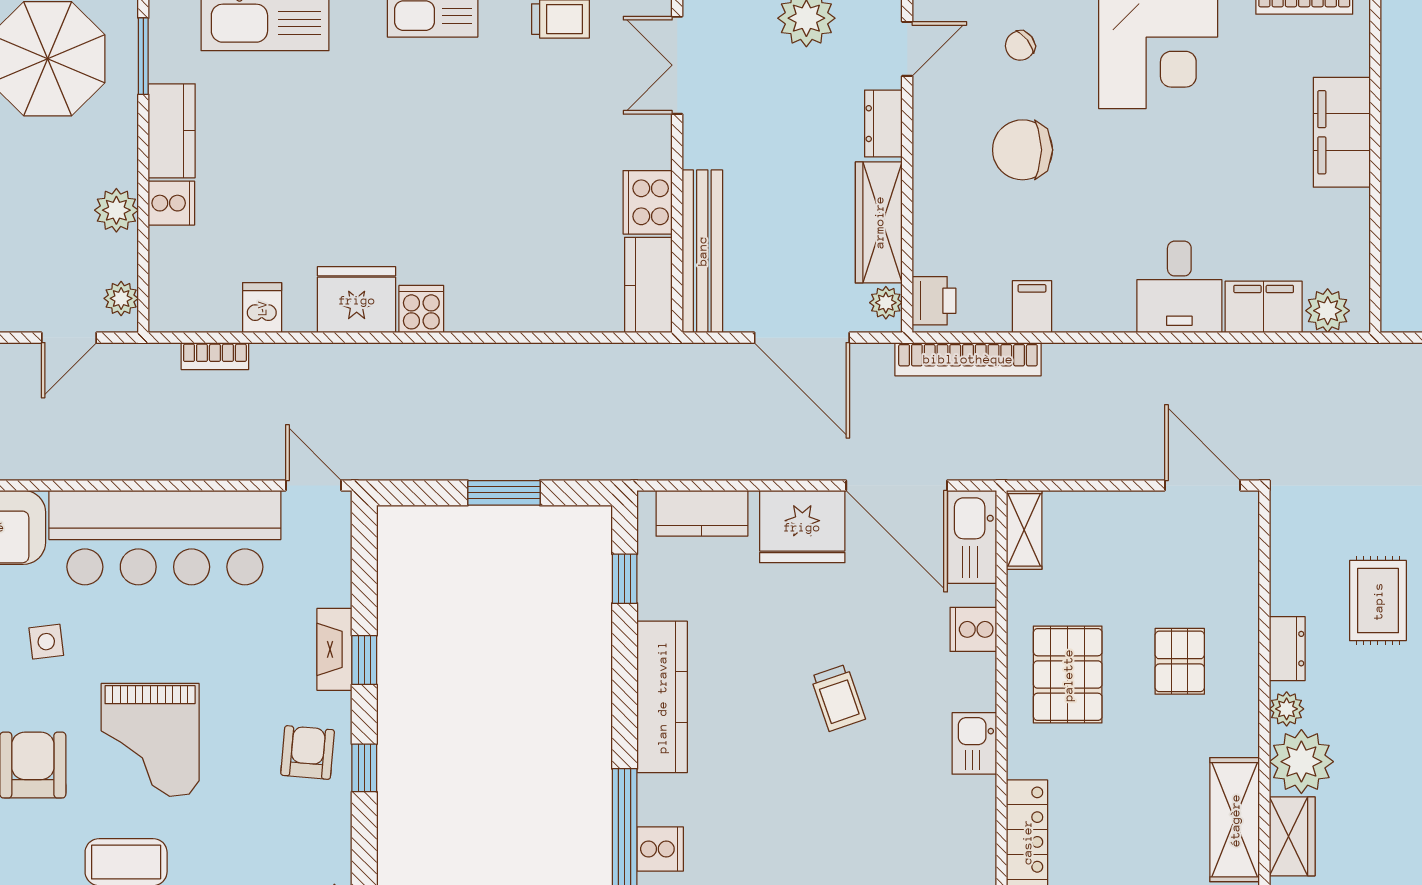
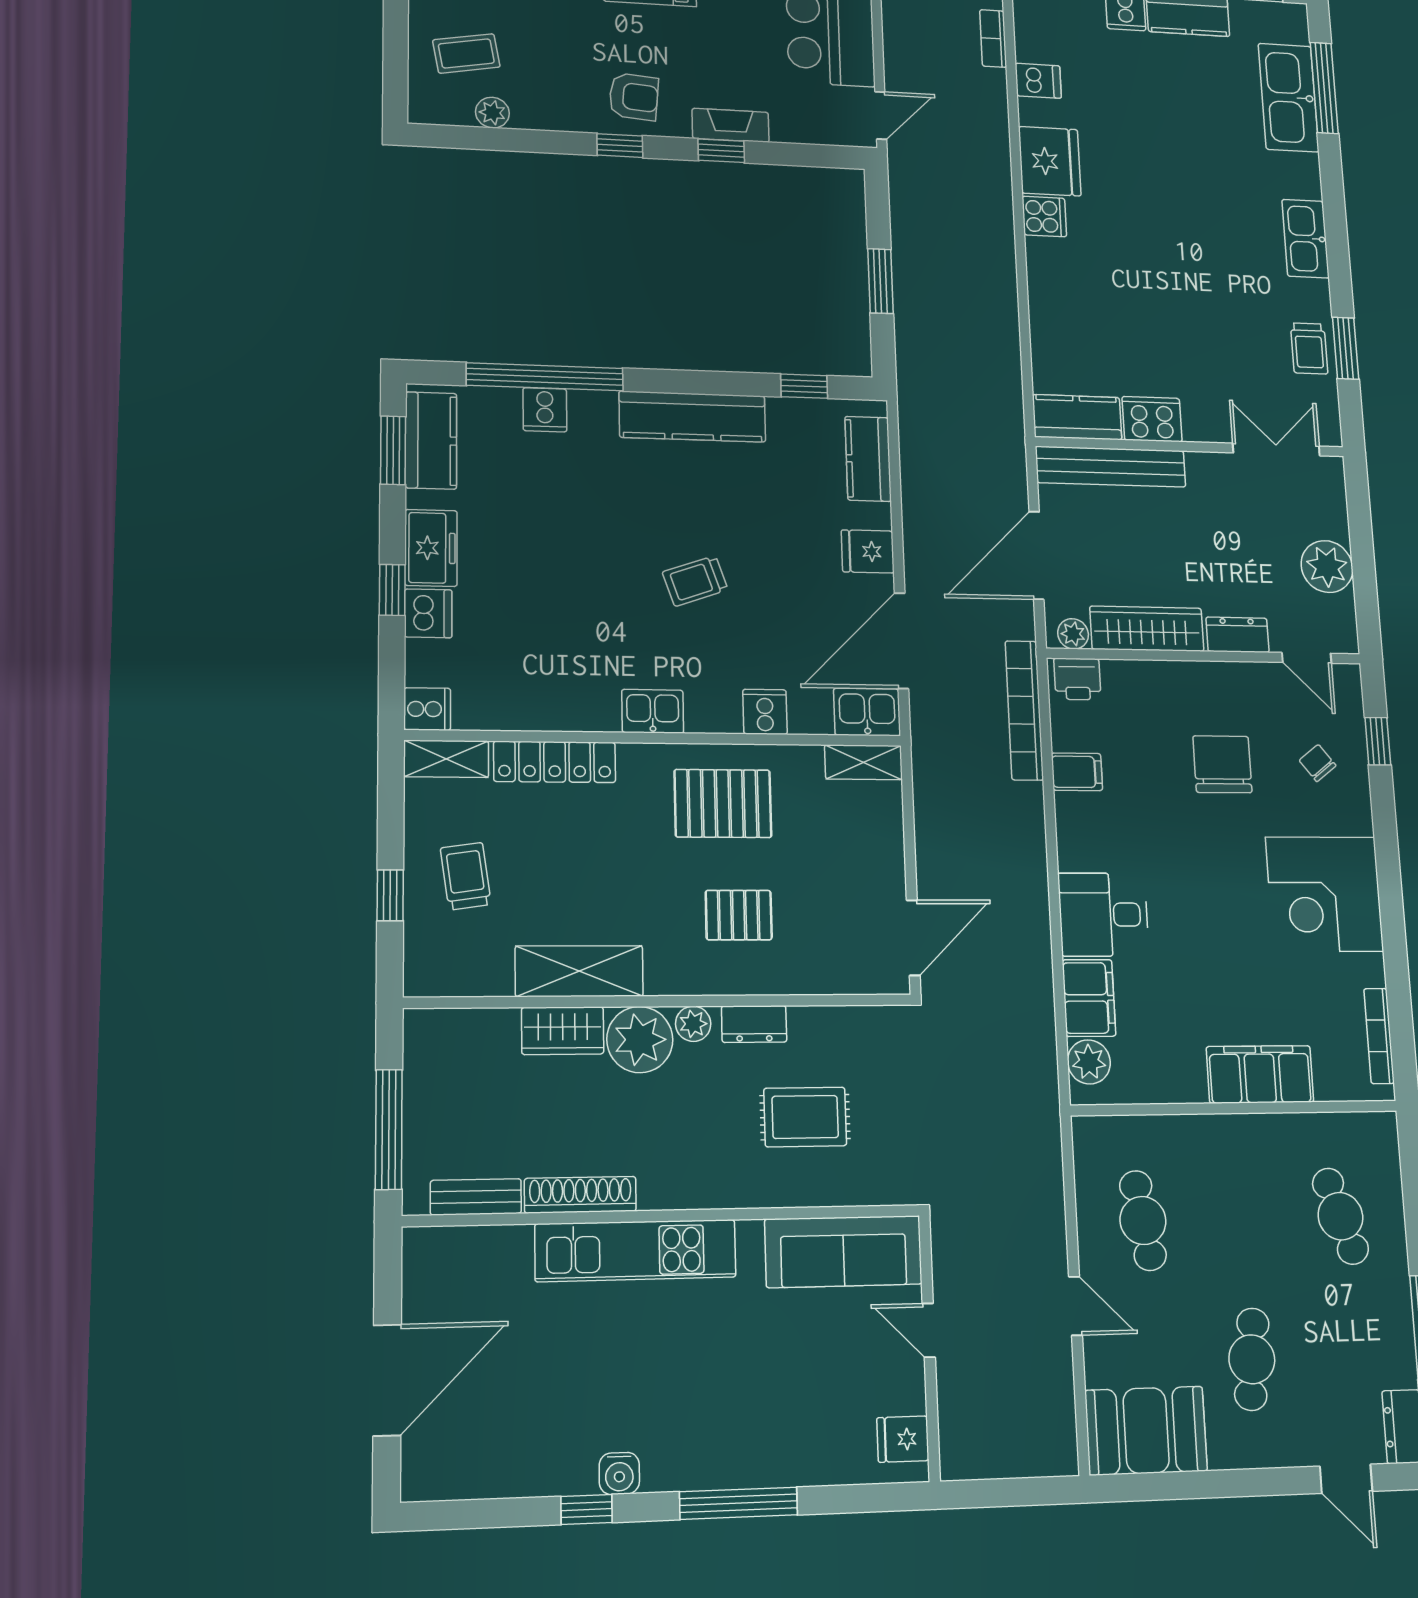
fridge: (802, 527) -> (868, 551), width x0.53, depth x0.75
kitchen sink: (972, 537) -> (867, 712), width x0.73

